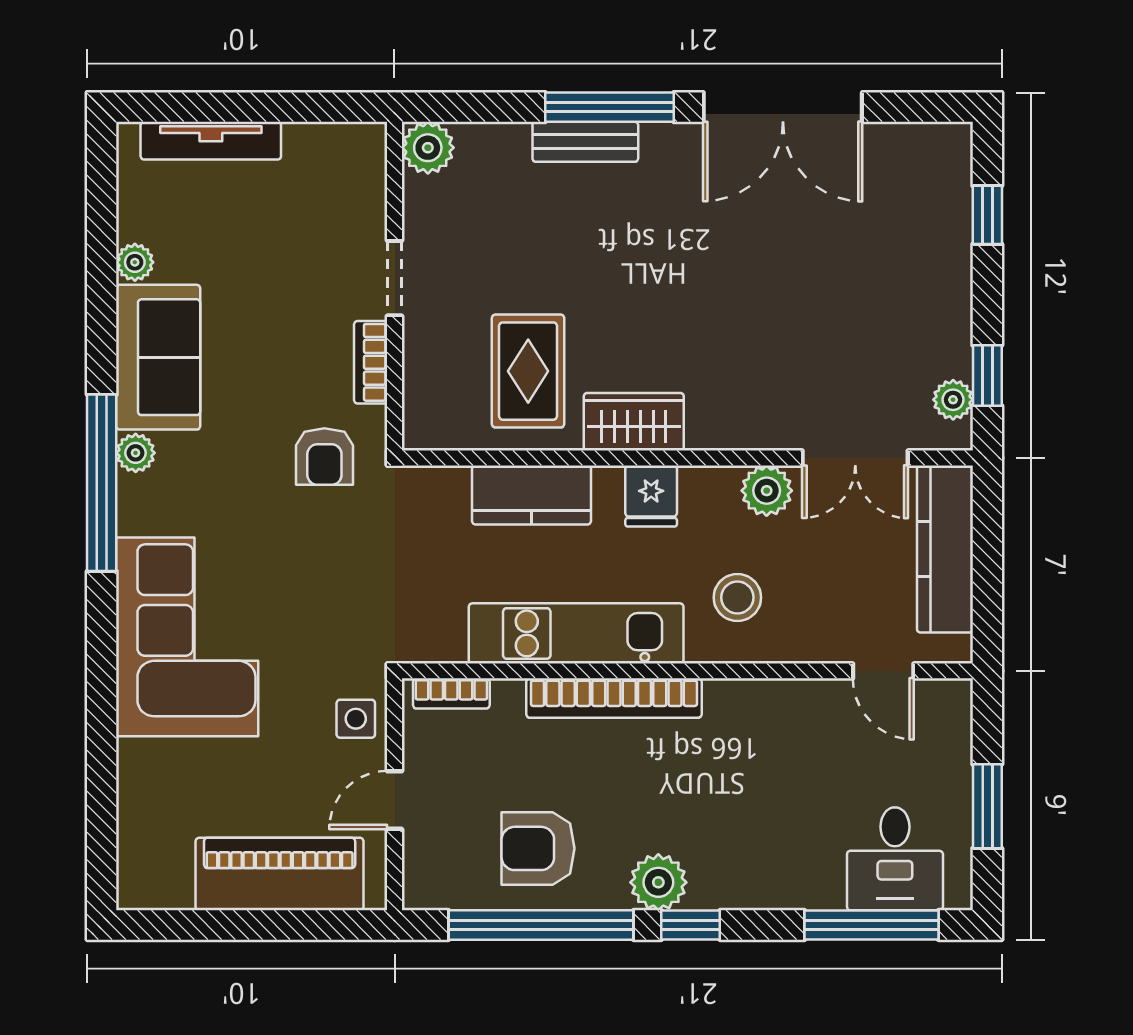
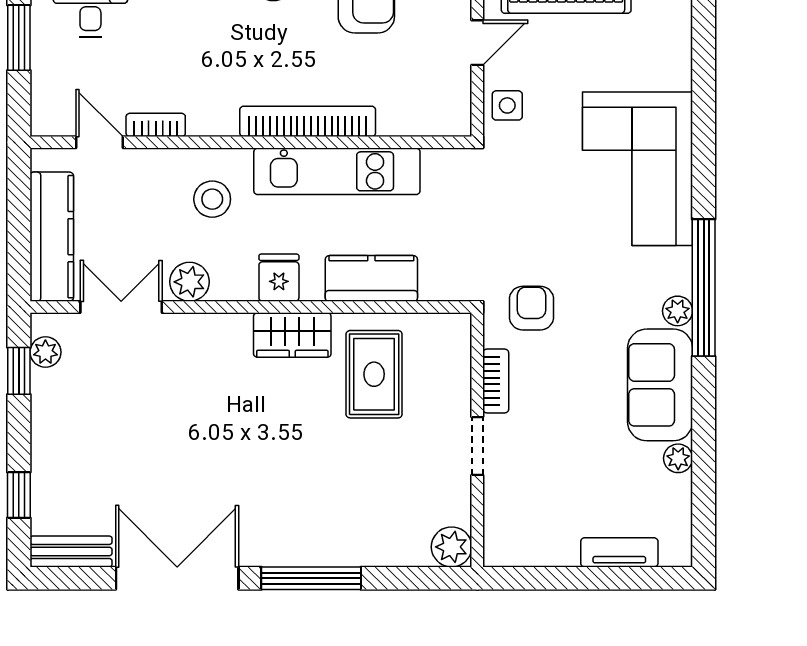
tv unit: (211, 141) -> (619, 552), width x0.71
bench: (585, 142) -> (71, 551), moved
bookcase: (451, 693) -> (156, 125), moved

